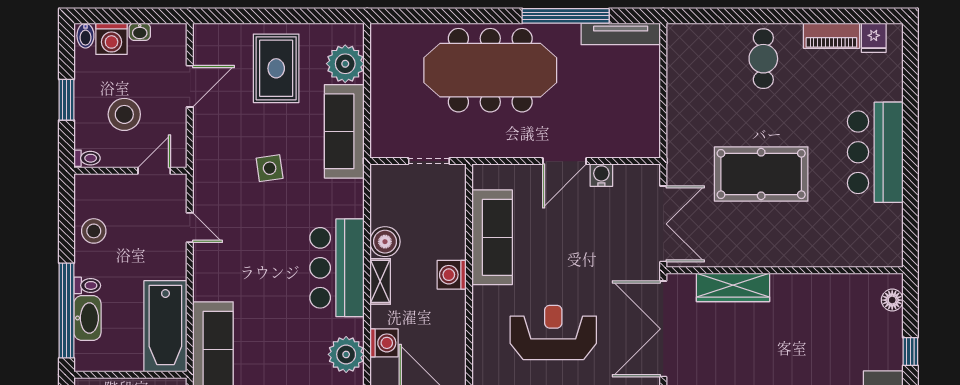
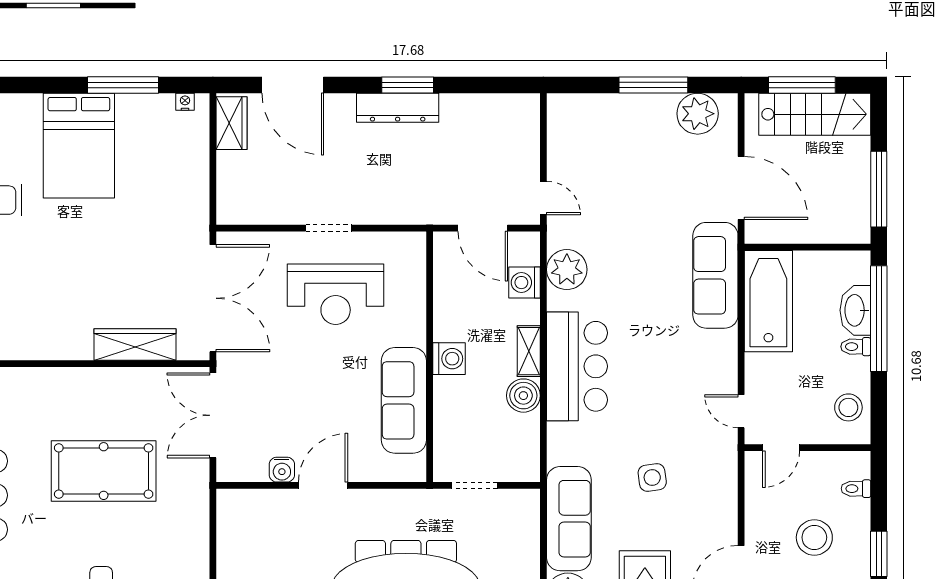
wall: (130, 171) -> (808, 448), moved
door: (154, 171) -> (781, 448), moved

